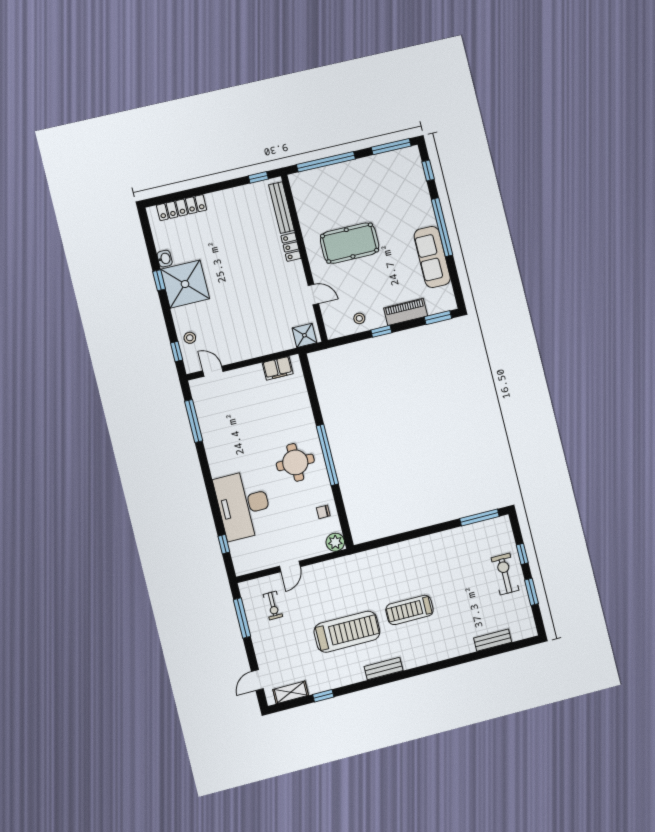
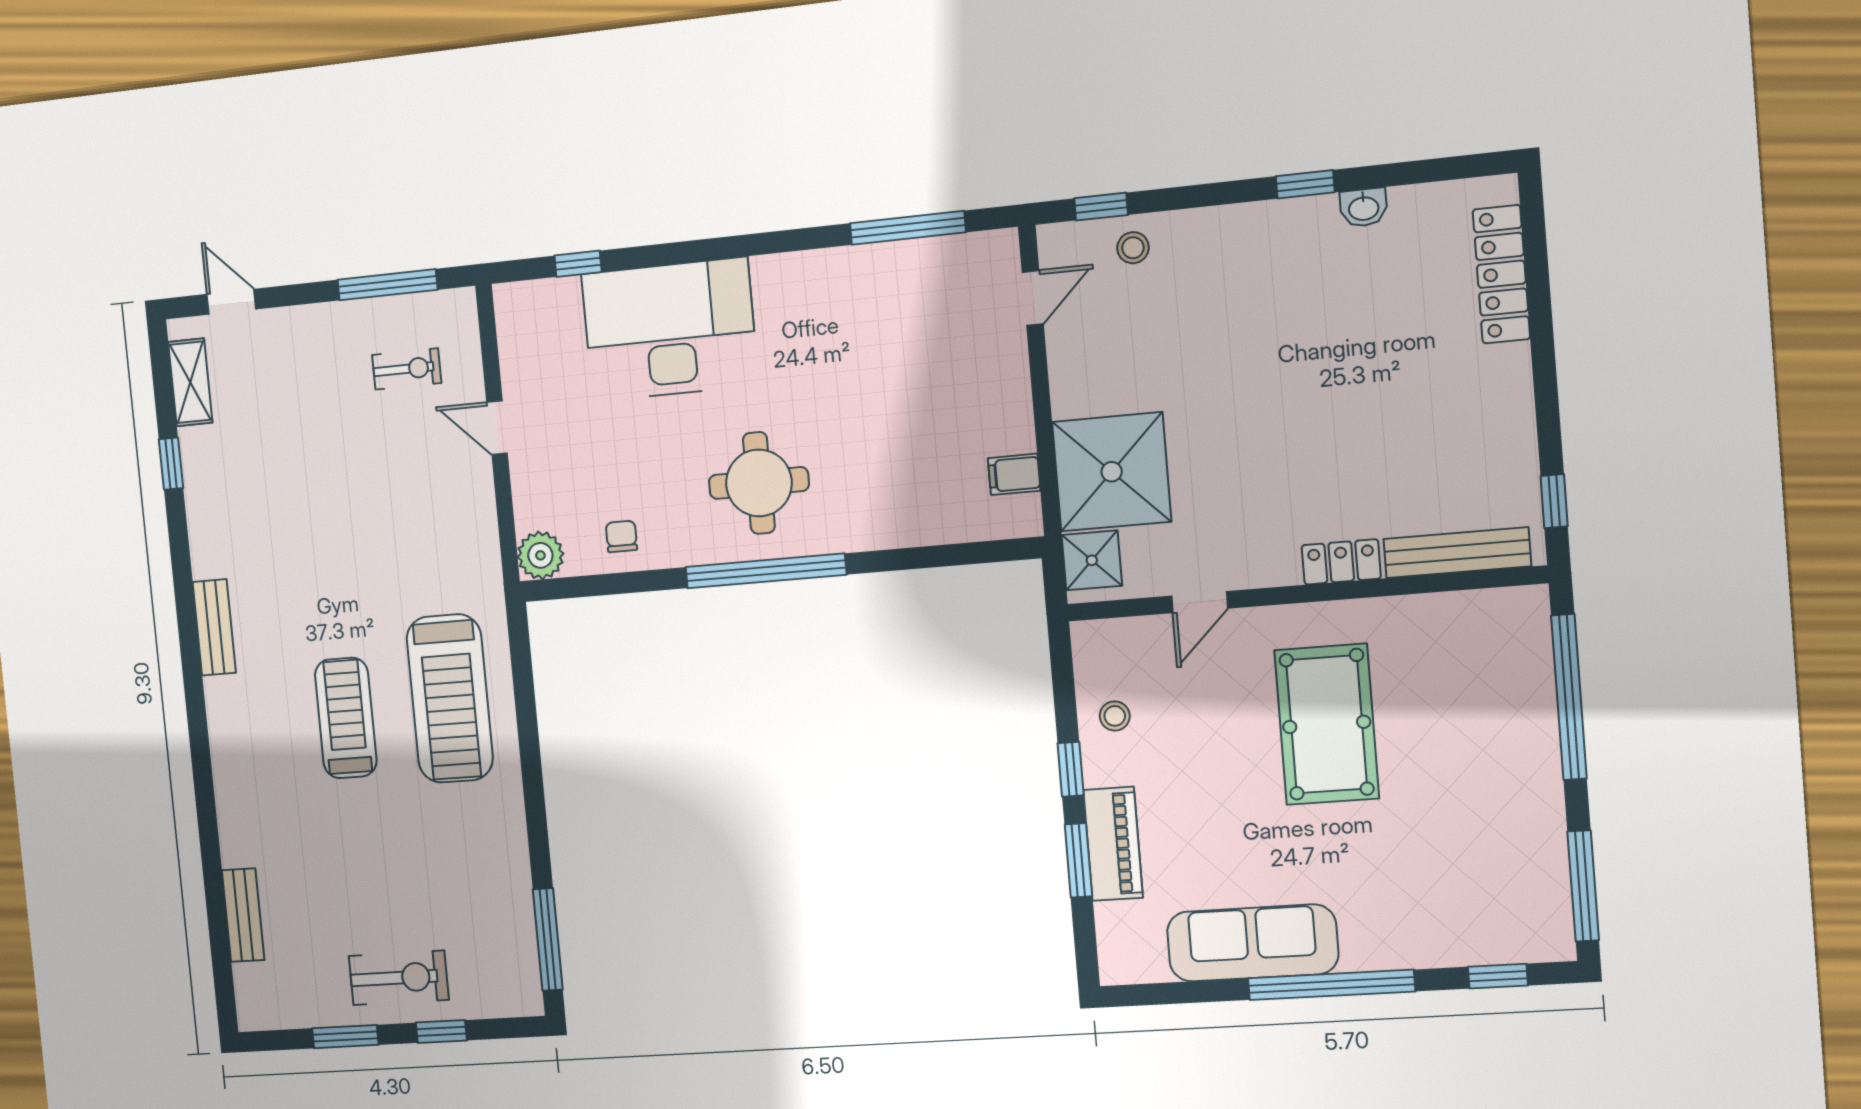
shower: (185, 284) -> (1112, 472), moved
window: (438, 318) -> (1078, 860), moved
filing cabinet: (278, 368) -> (1014, 474), width x0.50
exercise bike: (273, 606) -> (407, 369), turned 180
treadmill: (347, 632) -> (450, 699), moved

